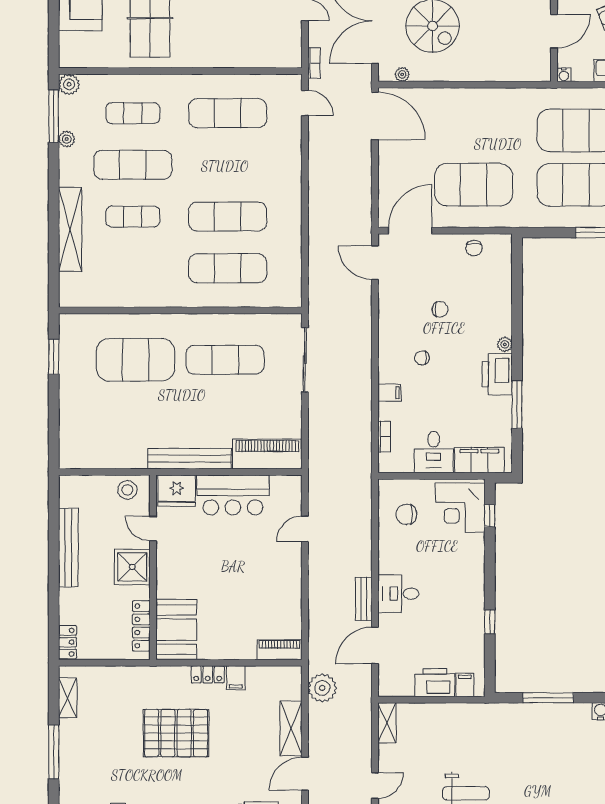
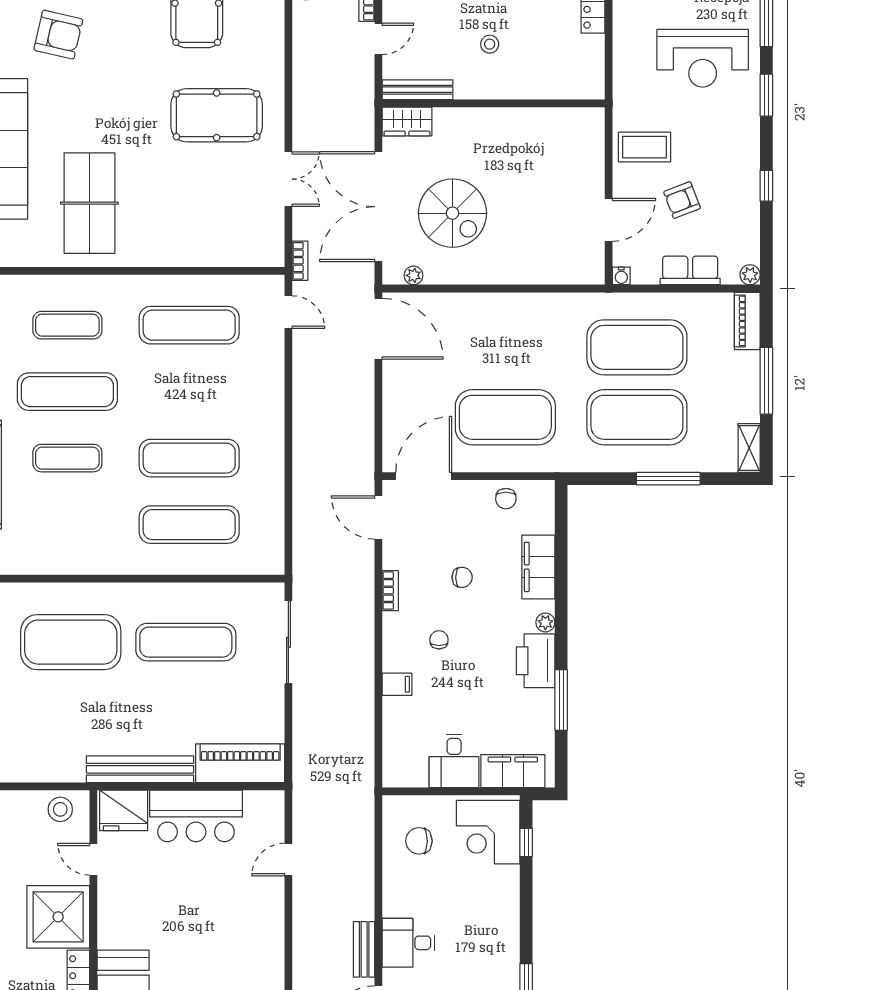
filing cabinet: (499, 301) -> (538, 567), added
chair: (422, 358) -> (439, 640), turned 90
bookcase: (384, 436) -> (390, 591), moved
shower: (132, 567) -> (58, 917), width x1.37, depth x1.37

